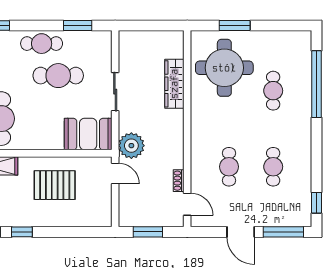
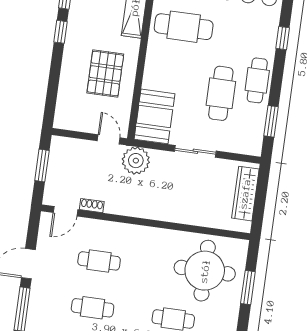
wardrobe: (174, 84) -> (245, 194), moved, turned -90
door: (115, 174) -> (109, 139), swing flipped

